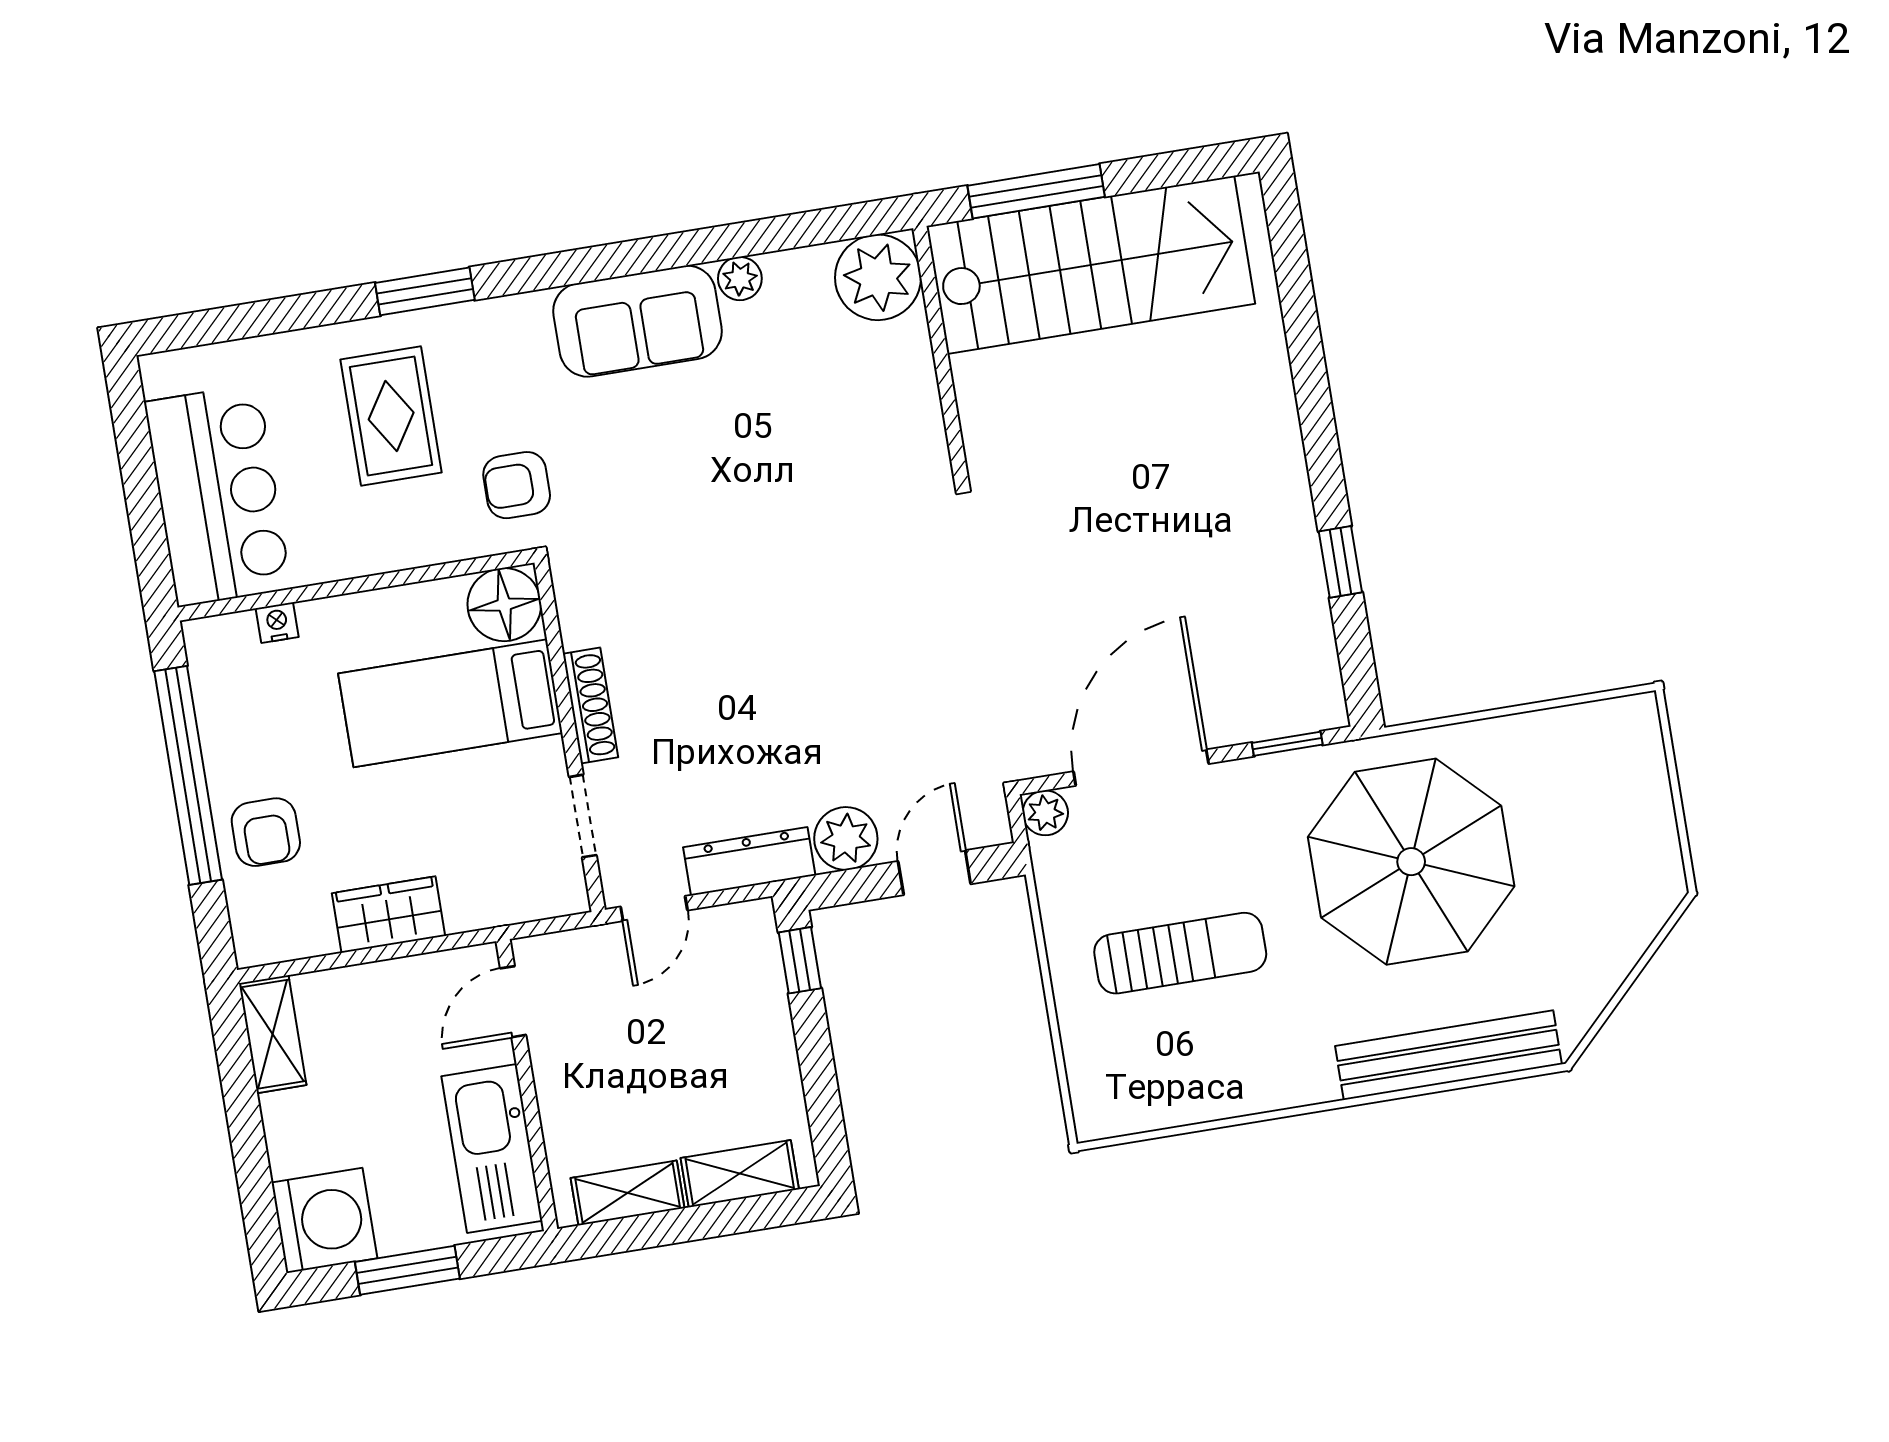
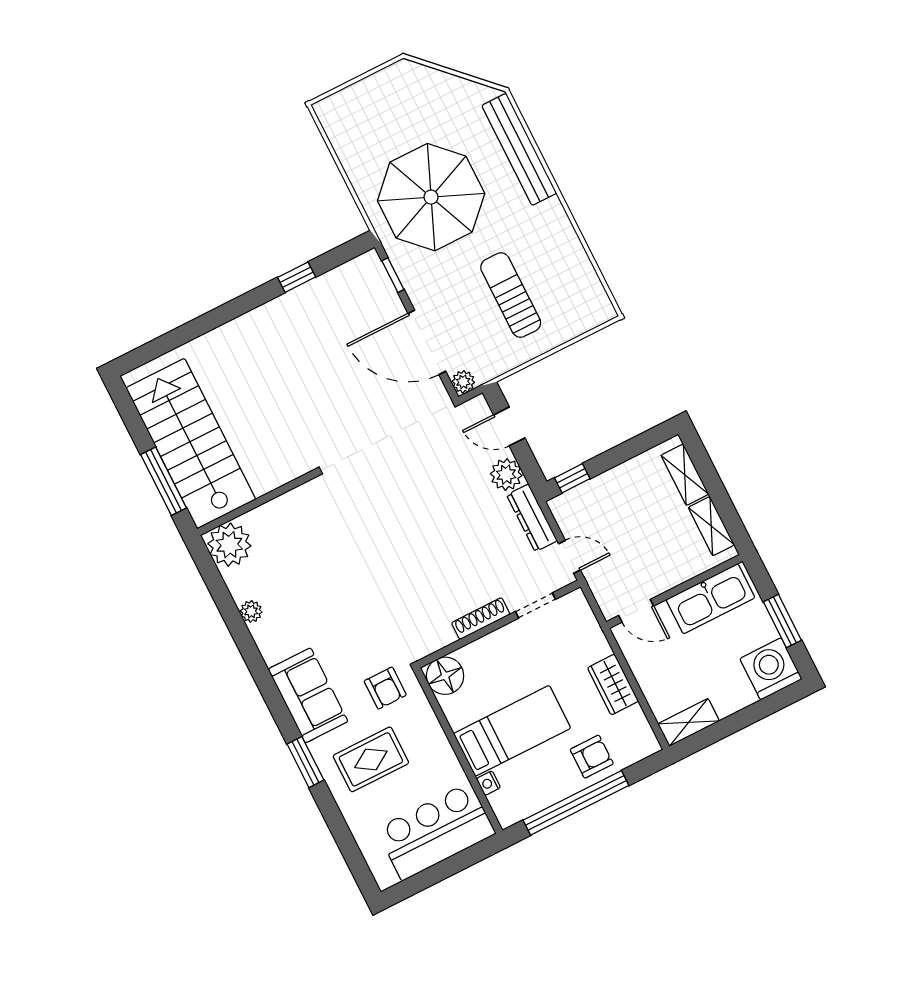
sofa: (637, 321) -> (308, 695), moved
bed: (450, 703) -> (512, 731), moved, turned -90

